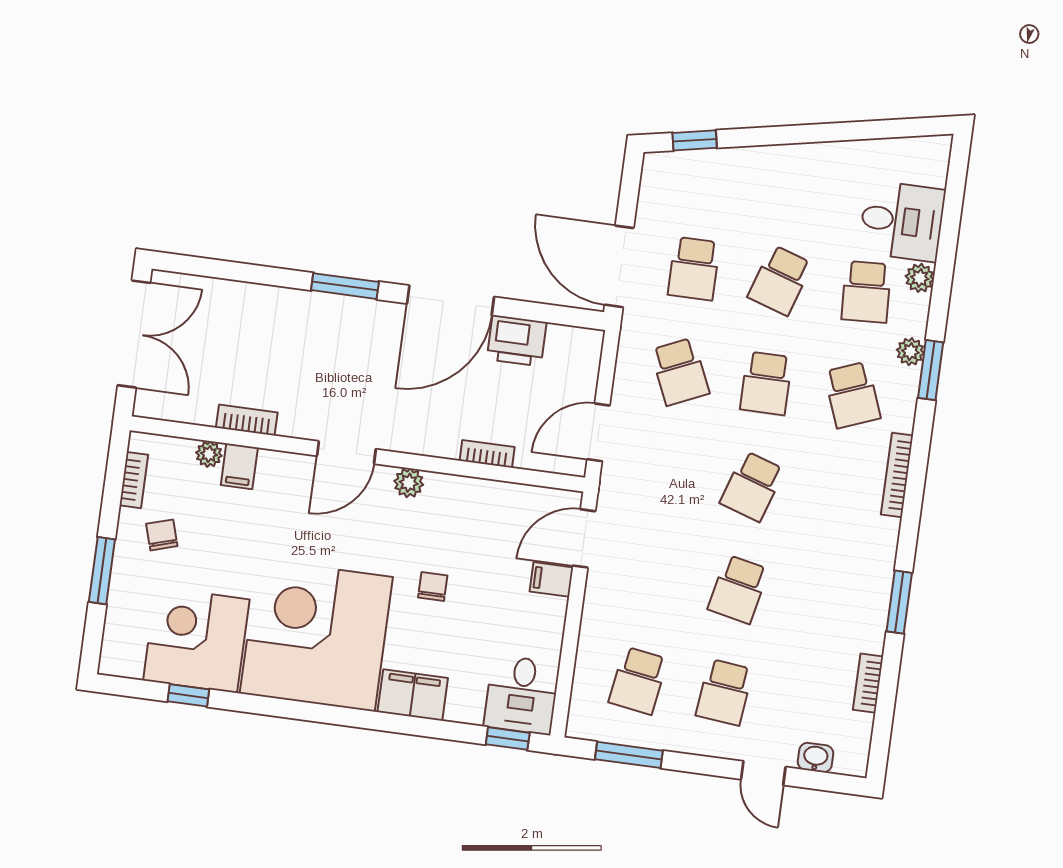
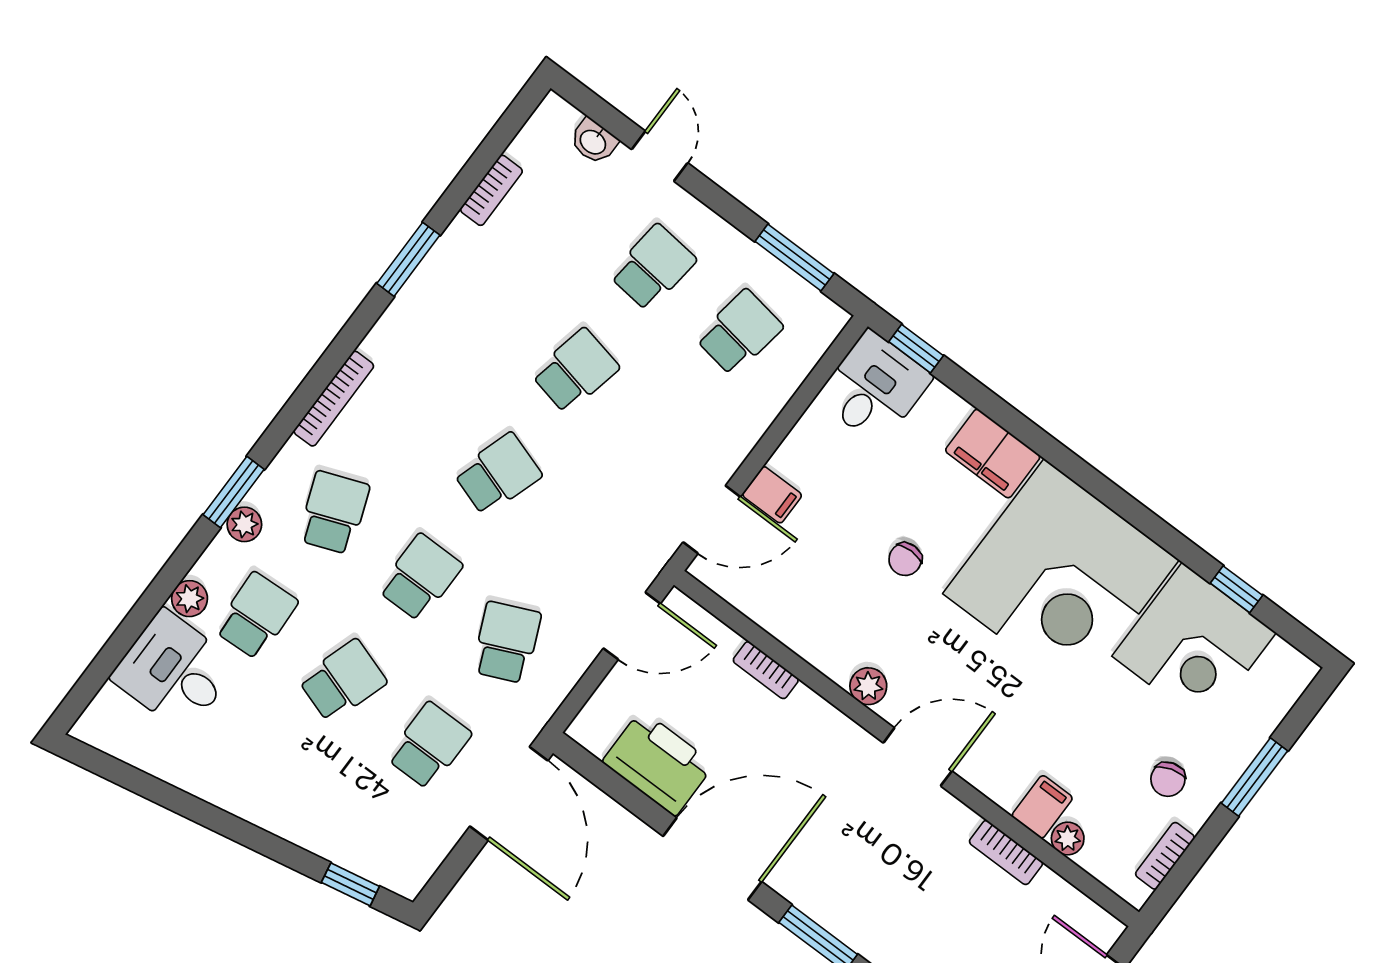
printer: (517, 341) -> (658, 763), width x1.37, depth x1.19

